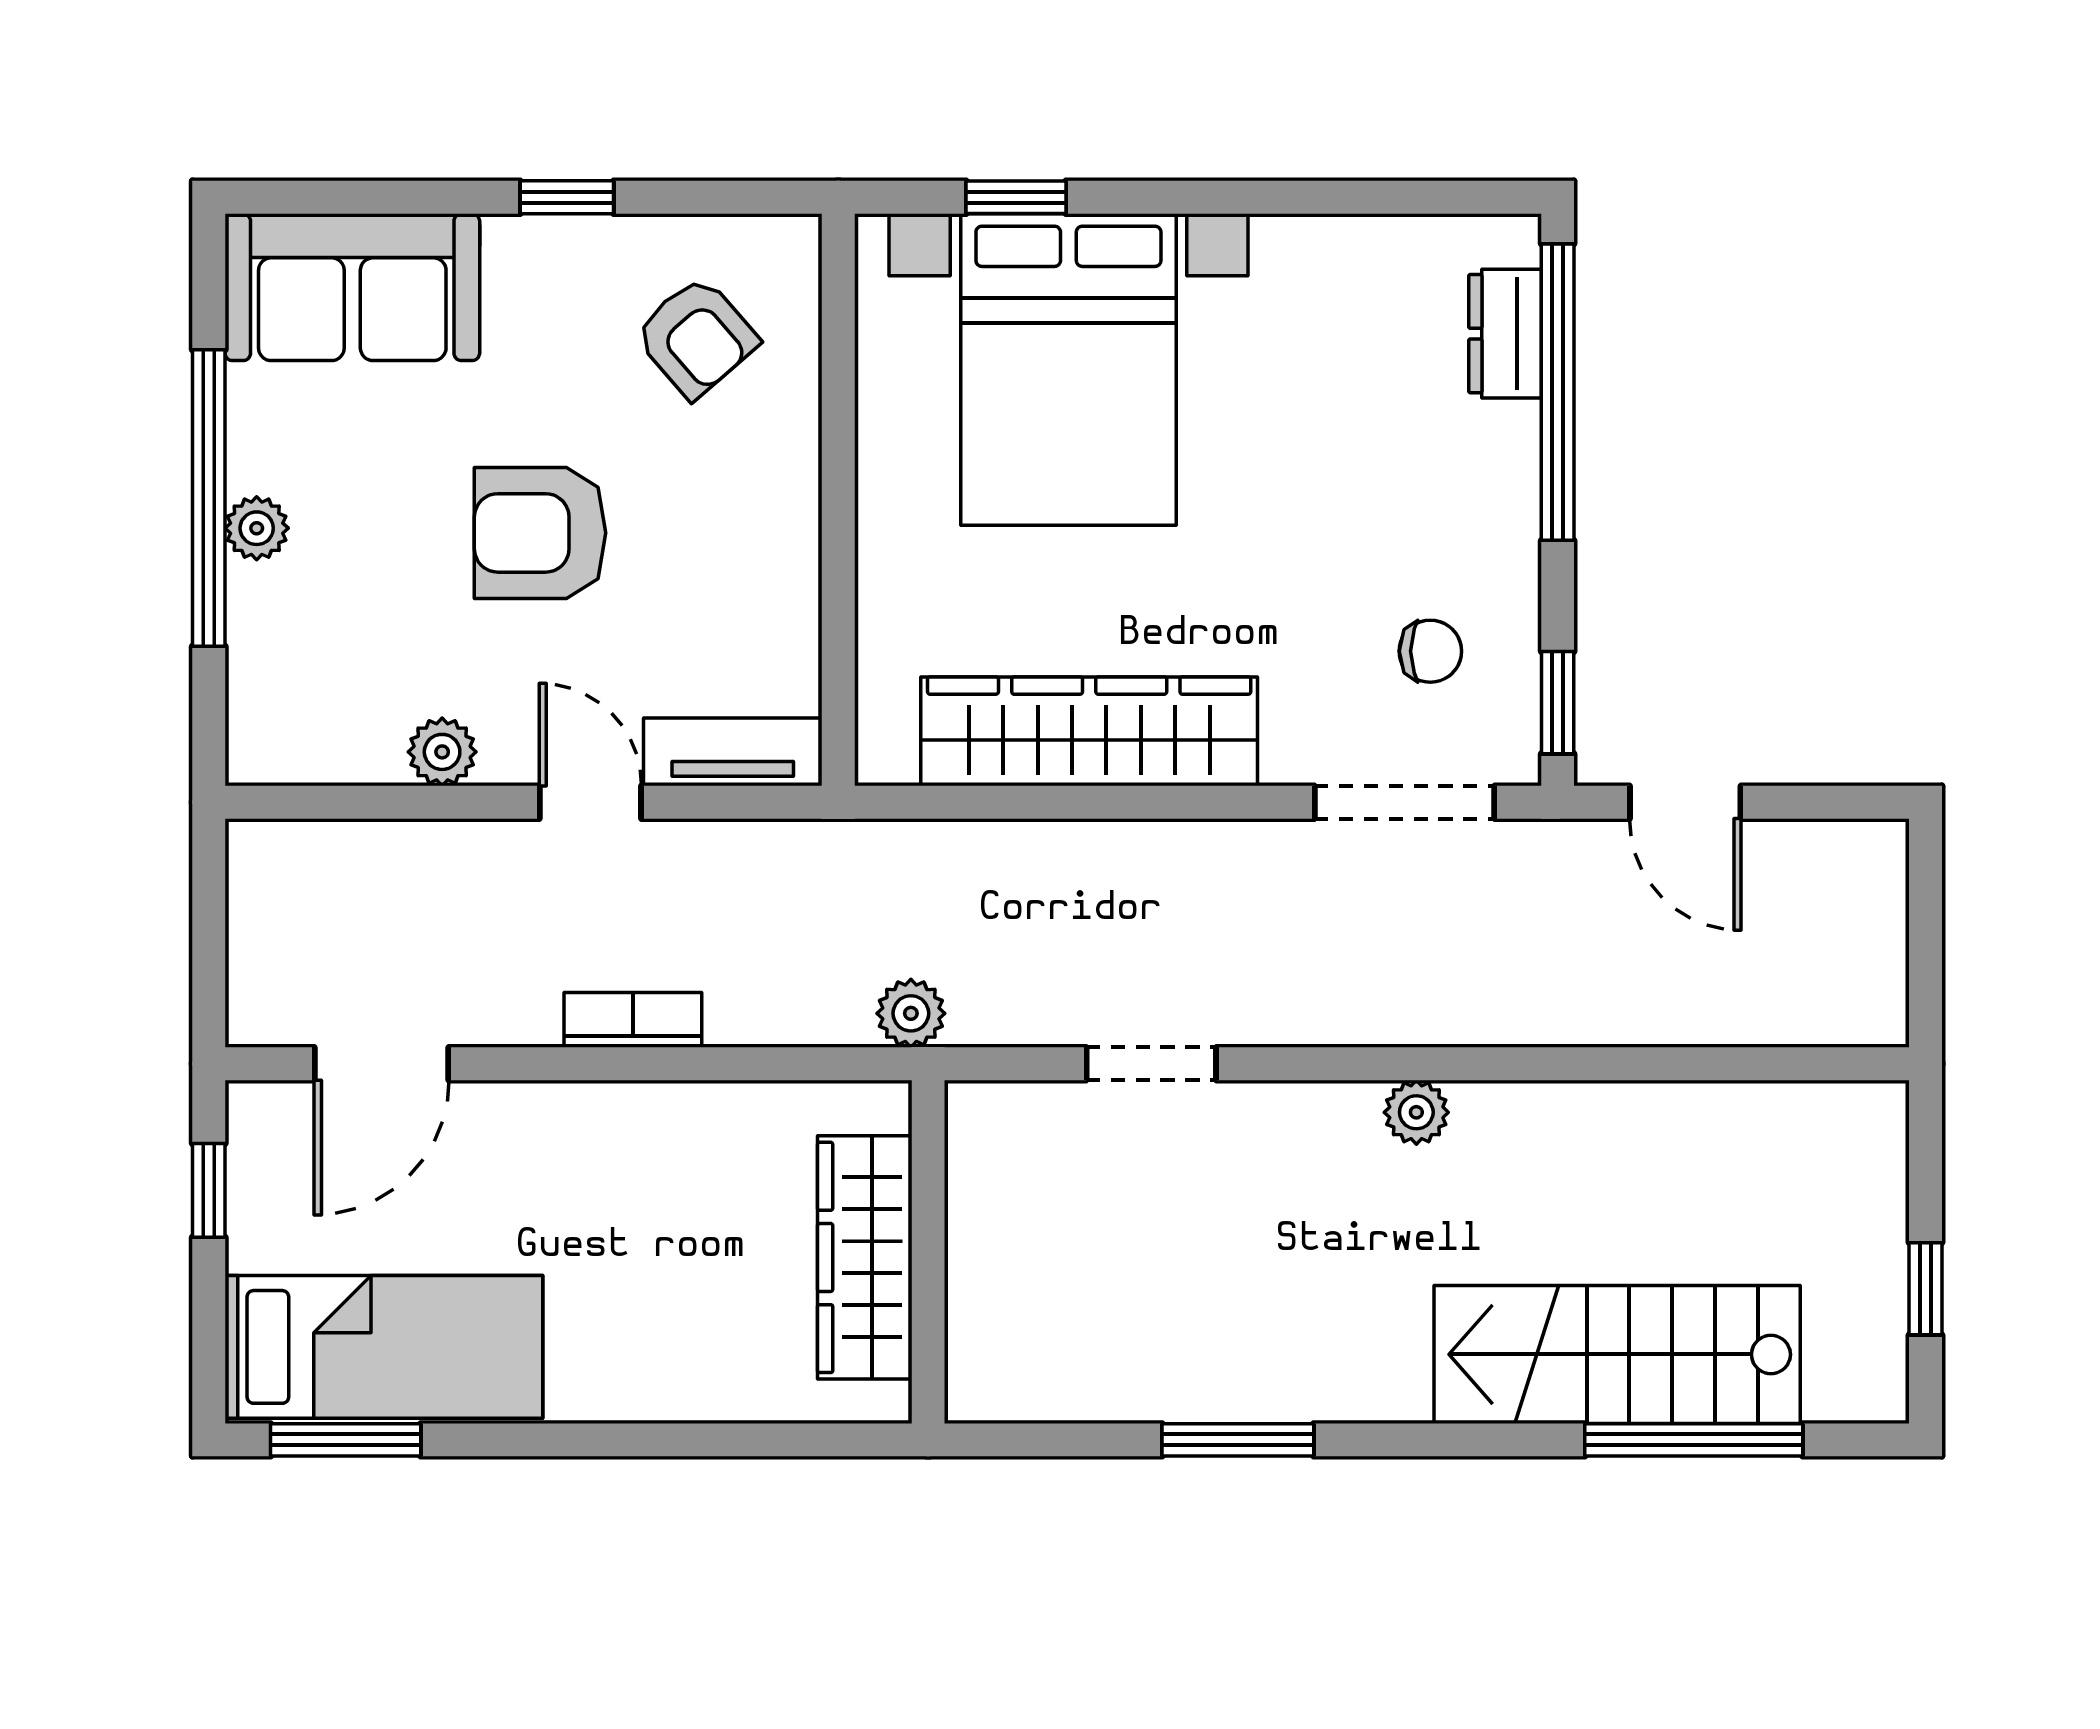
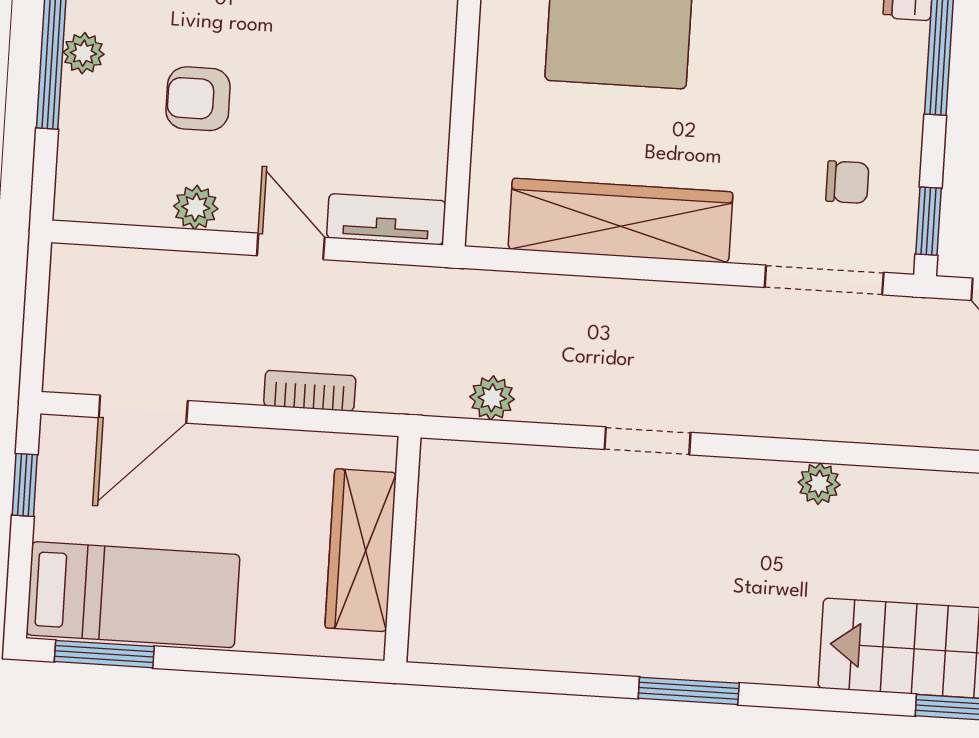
armchair: (540, 533) -> (198, 99), moved, width x0.72, depth x0.72
wall: (928, 1252) -> (402, 549), moved
wardrobe: (865, 1257) -> (361, 550), moved

